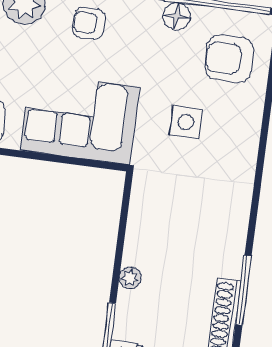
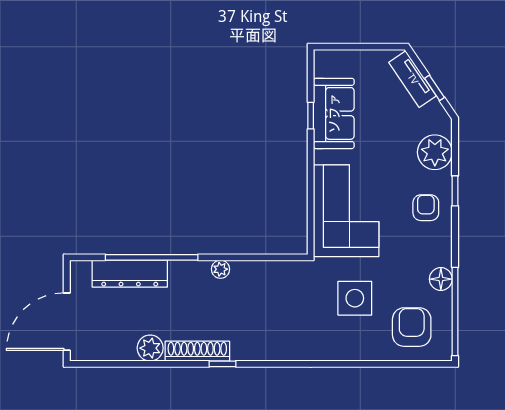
side table: (186, 122) -> (355, 298), width x1.37, depth x1.37
window: (244, 290) -> (223, 364), width x0.46

